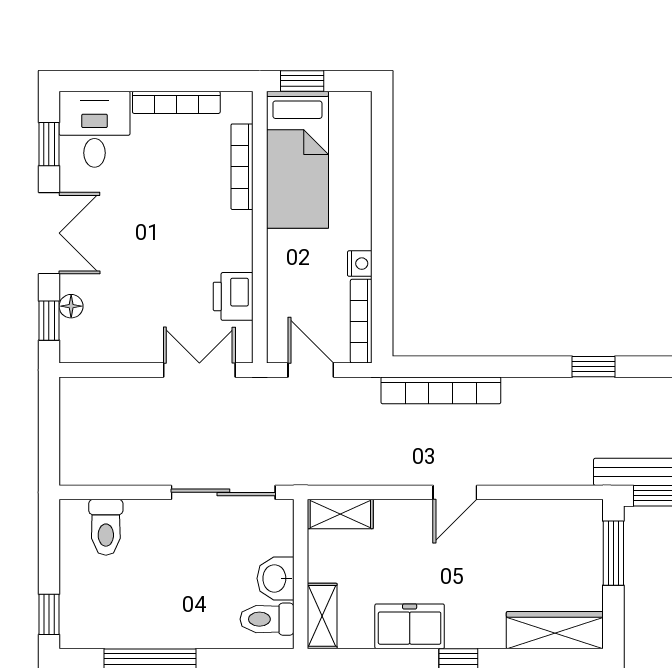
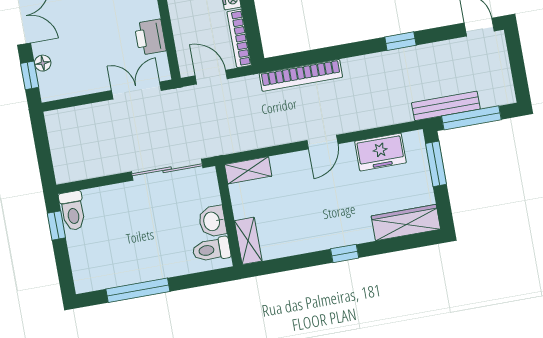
toilet: (106, 527) -> (73, 211), moved
window: (49, 614) -> (56, 226), moved
freezer: (410, 626) -> (380, 152), moved, turned 180

